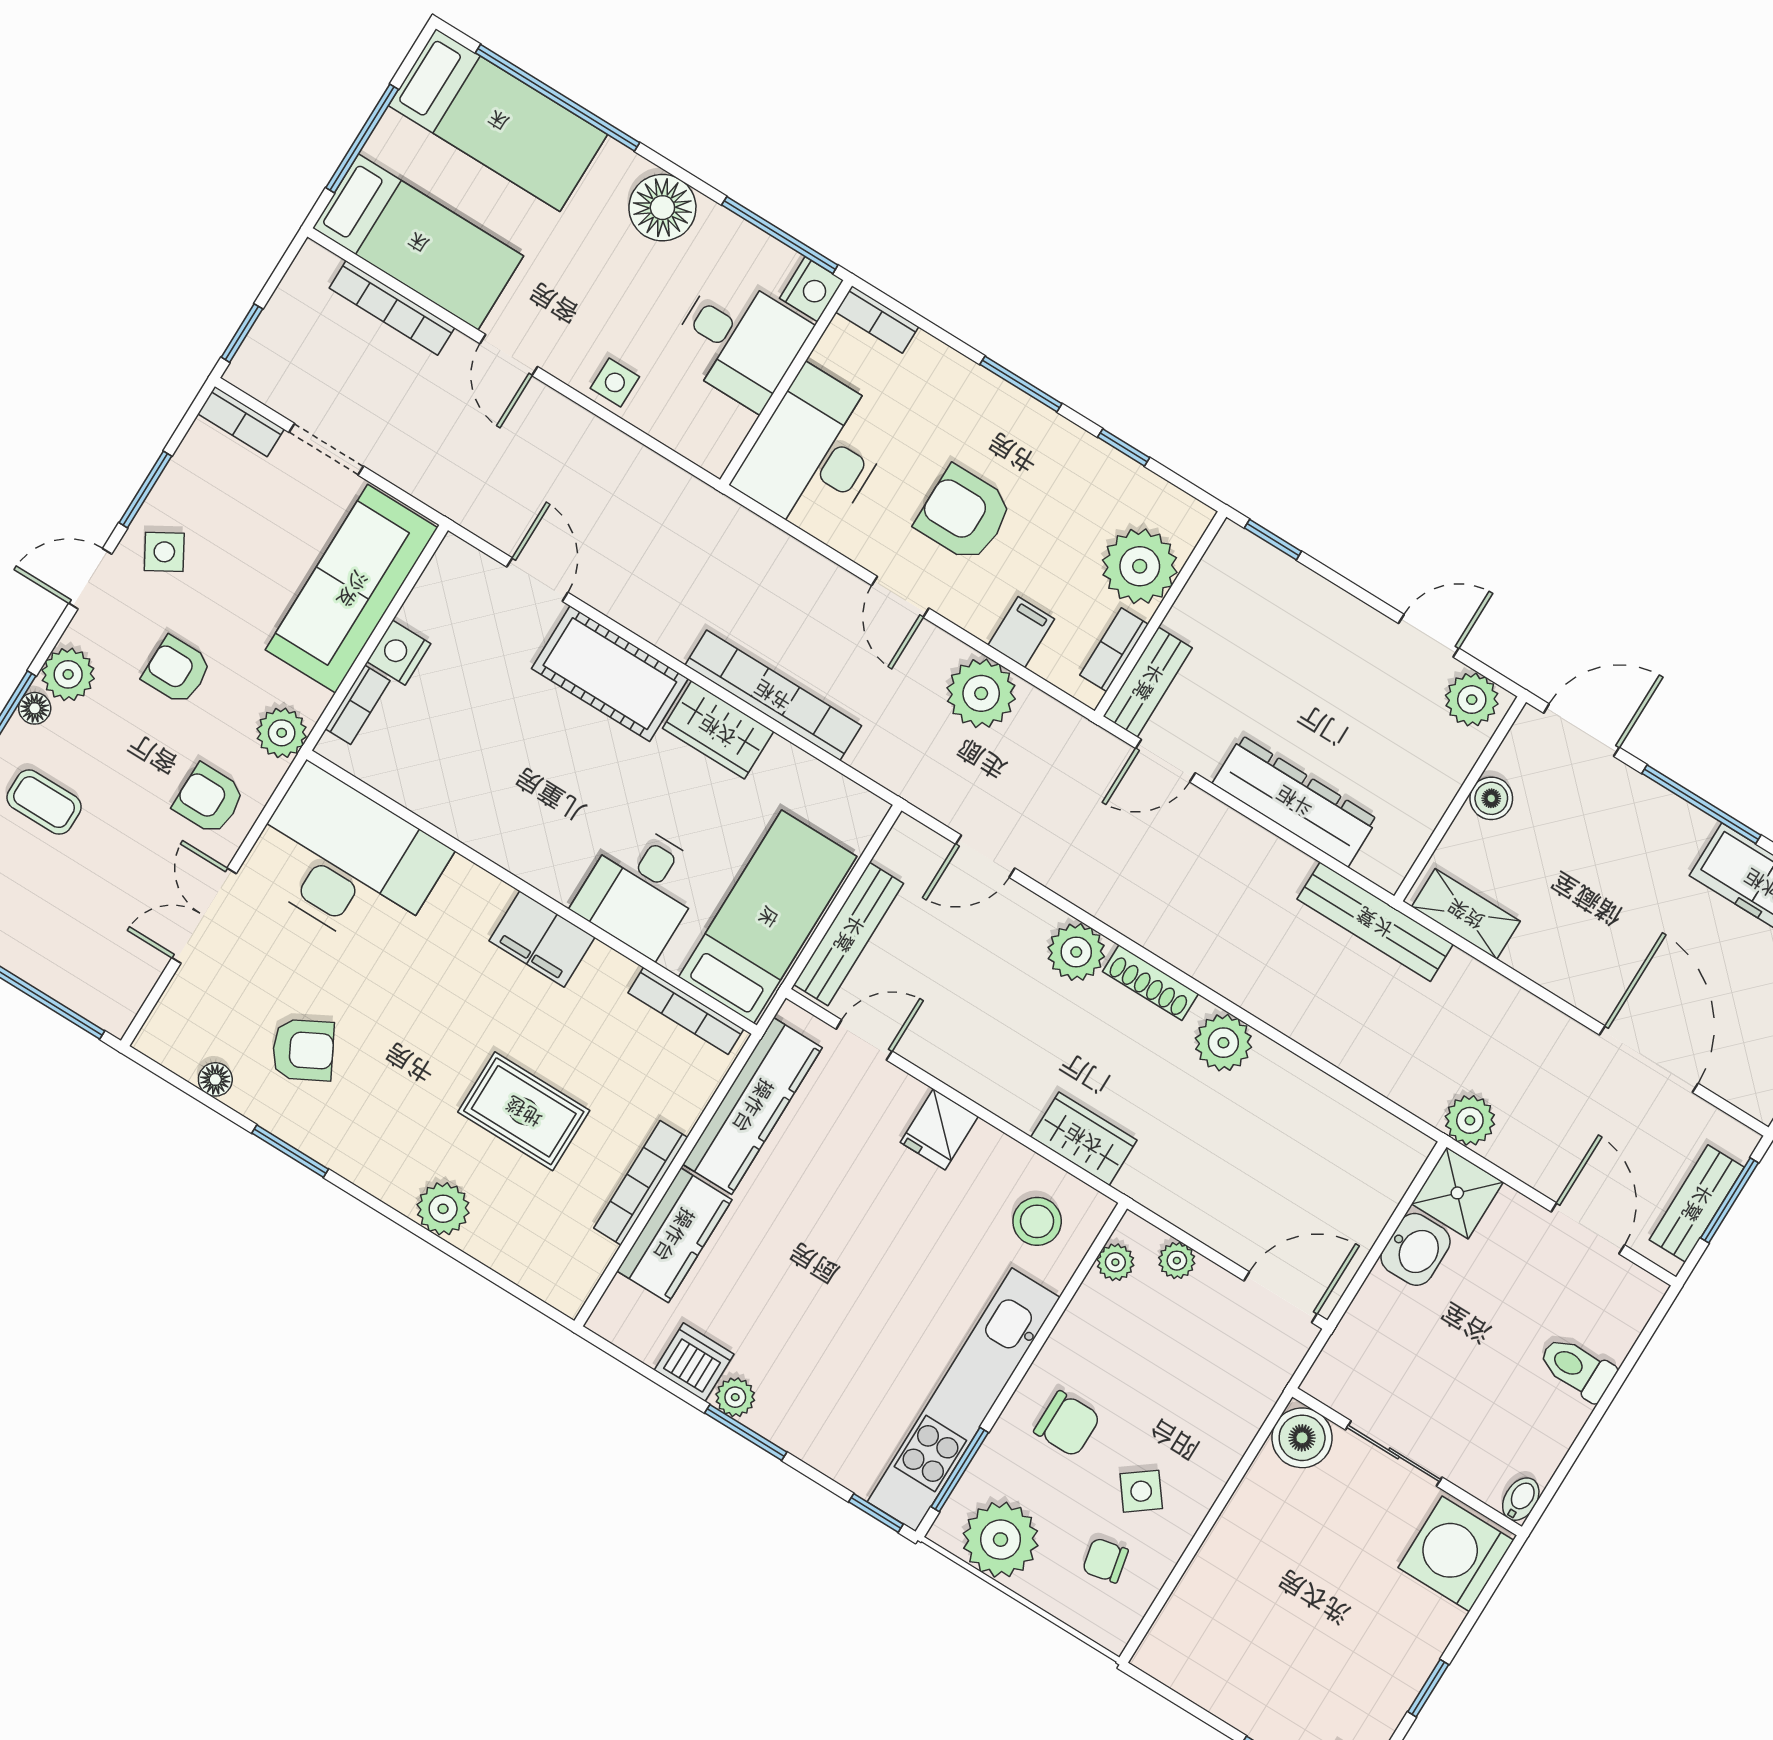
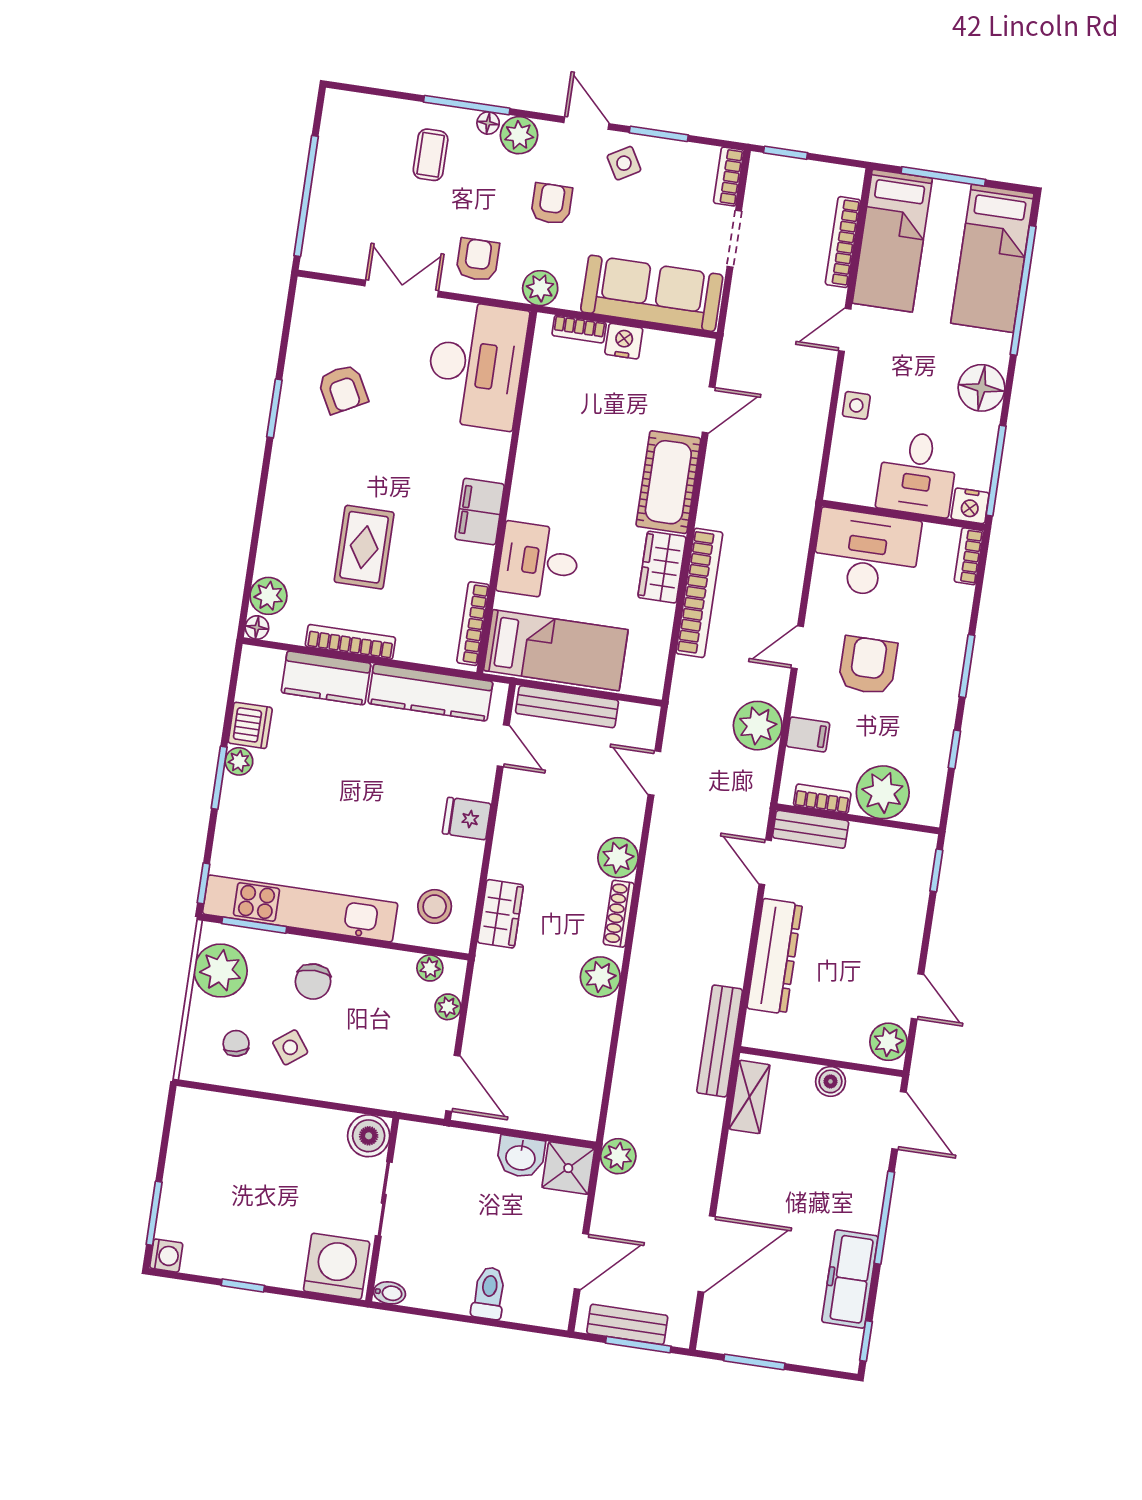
floor lamp: (215, 1079) -> (257, 627), moved
plant: (443, 1209) -> (268, 596), moved

